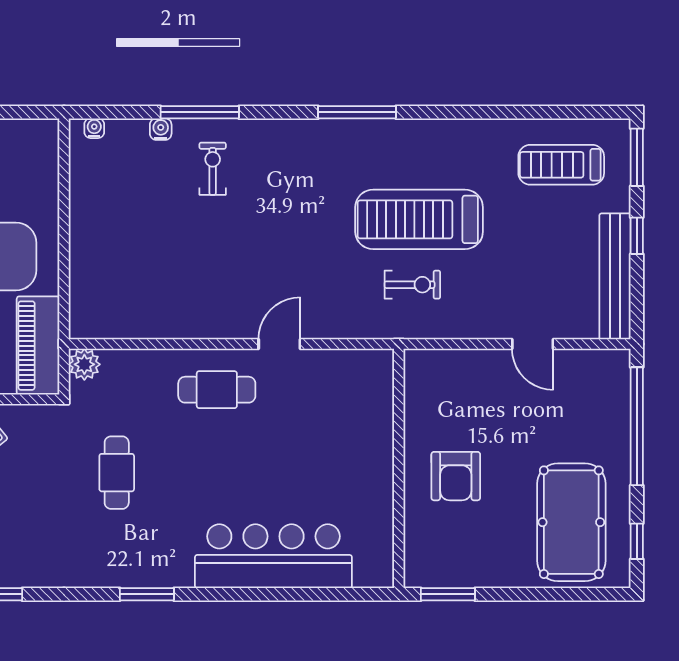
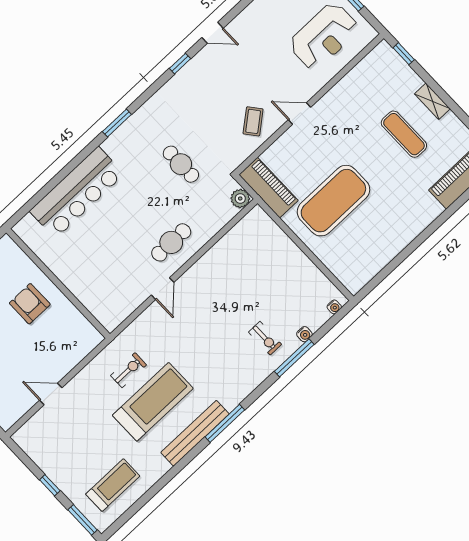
bench: (615, 276) -> (195, 433), moved, turned 90
exercise bike: (412, 285) -> (129, 370), turned 180

